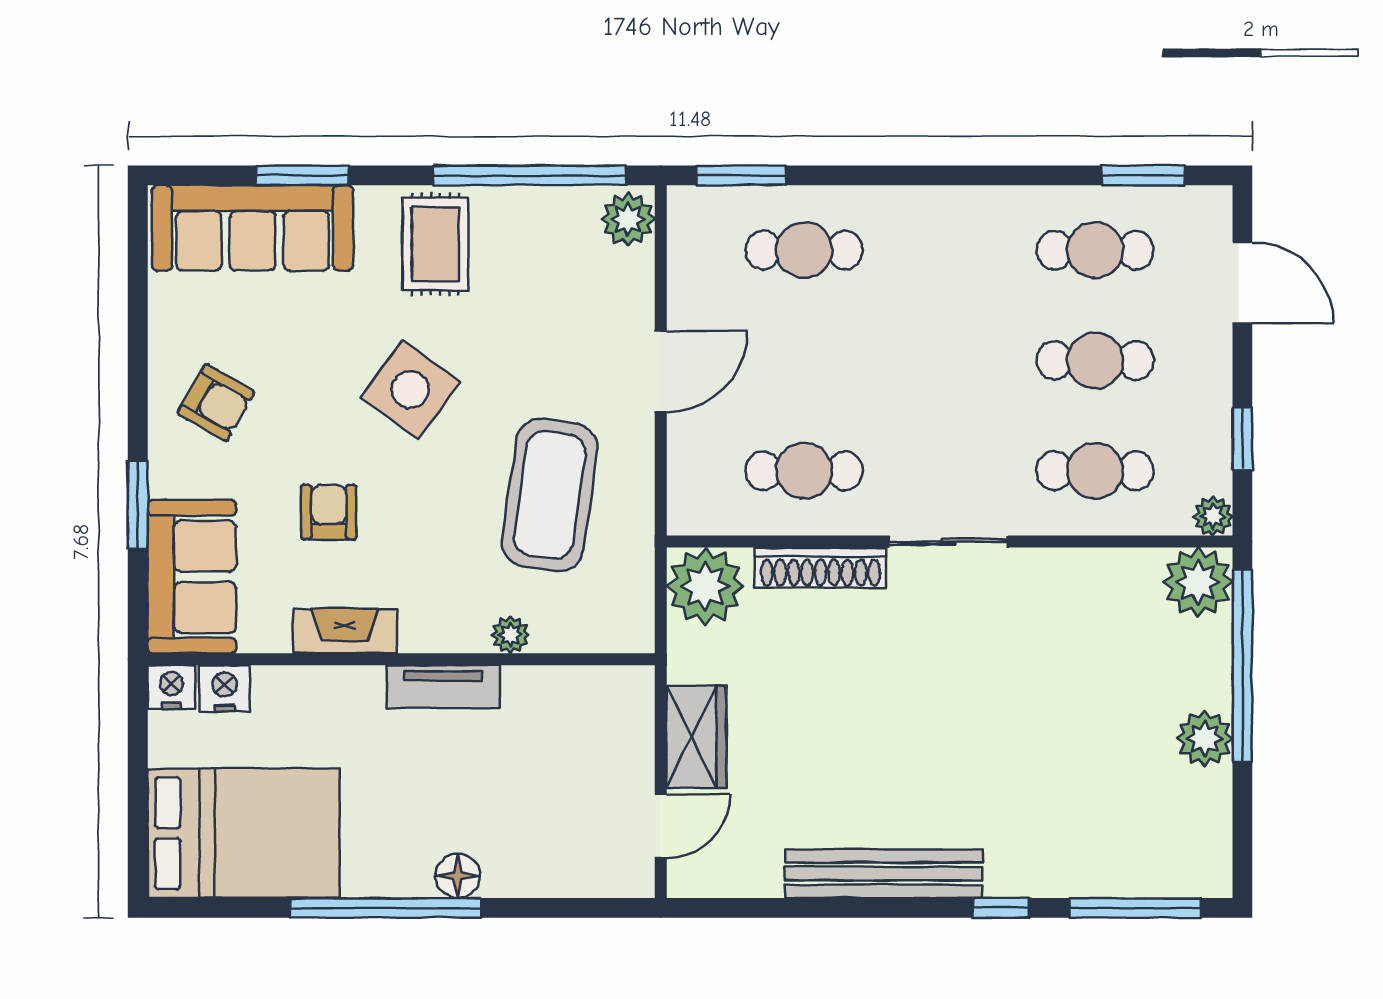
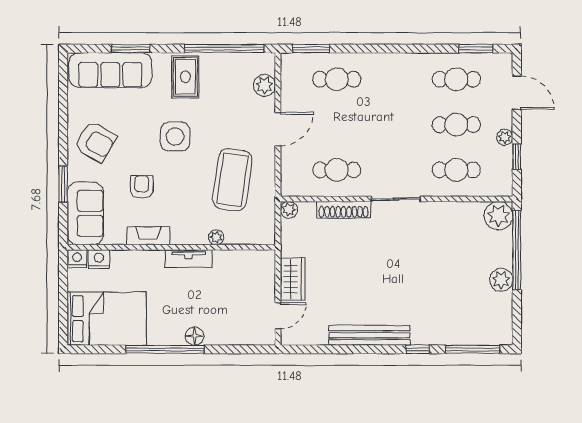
plant: (628, 219) -> (265, 85), moved
side table: (410, 390) -> (175, 137), turned -36
armchair: (216, 402) -> (95, 142), width x1.38, depth x1.38
plant: (1213, 516) -> (505, 137), moved
plant: (705, 586) -> (289, 210), width x0.53, depth x0.53

